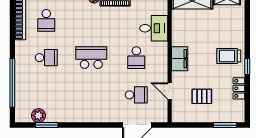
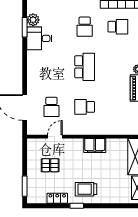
school desk: (46, 20) -> (118, 27), turned 180
desk: (154, 28) -> (39, 38), moved, turned 90
trolley: (229, 56) -> (86, 189), turned -90
filing cabinet: (180, 59) -> (95, 145), moved
pallet: (202, 96) -> (50, 165), turned 90

